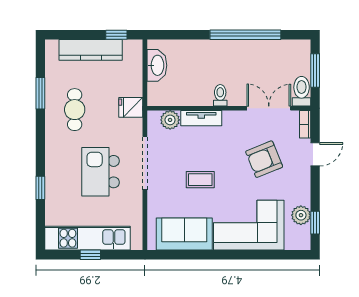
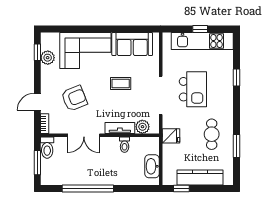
toilet: (220, 95) -> (125, 145), moved
double door: (269, 108) -> (84, 135), moved

